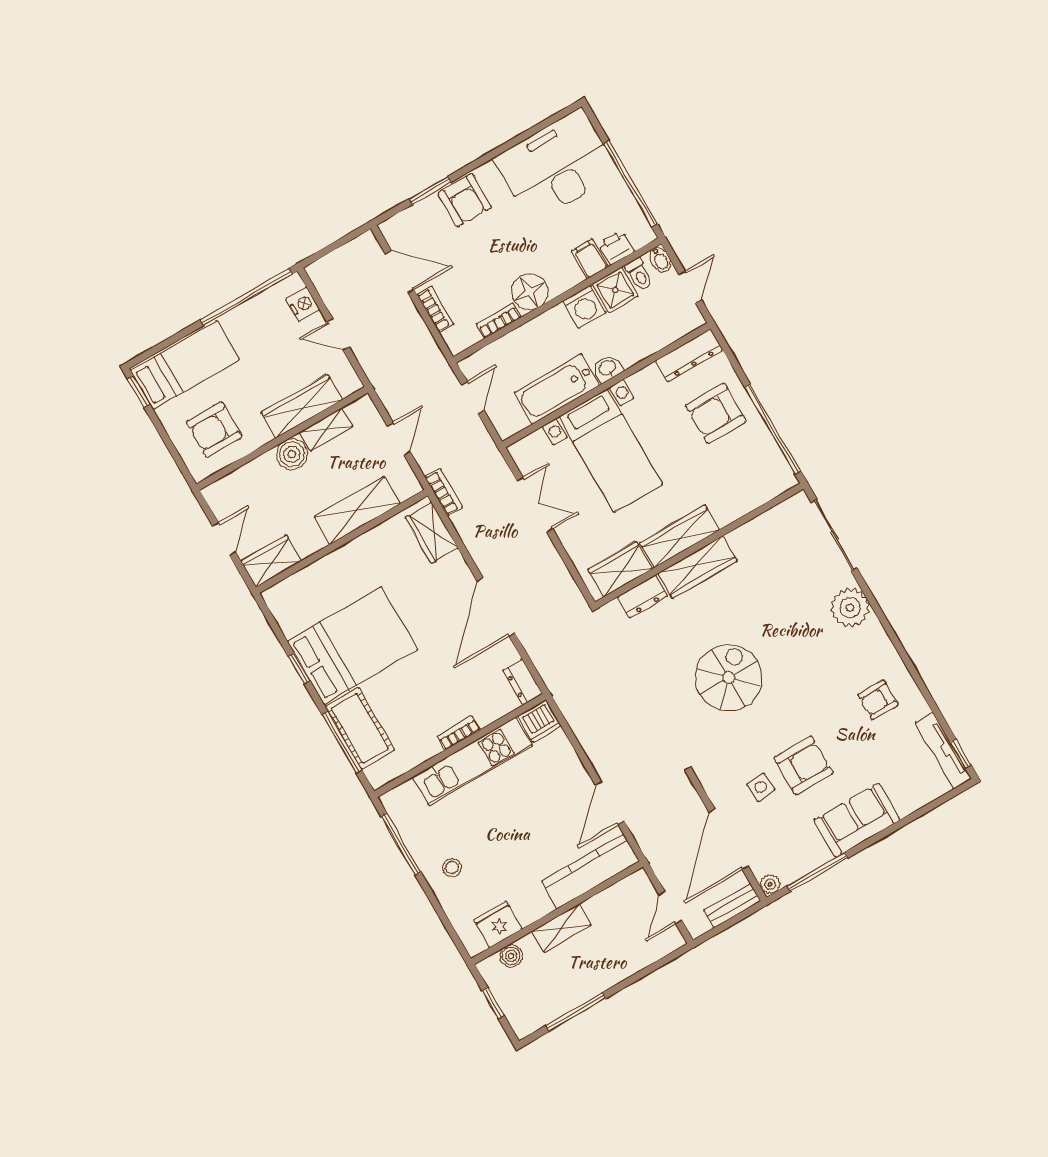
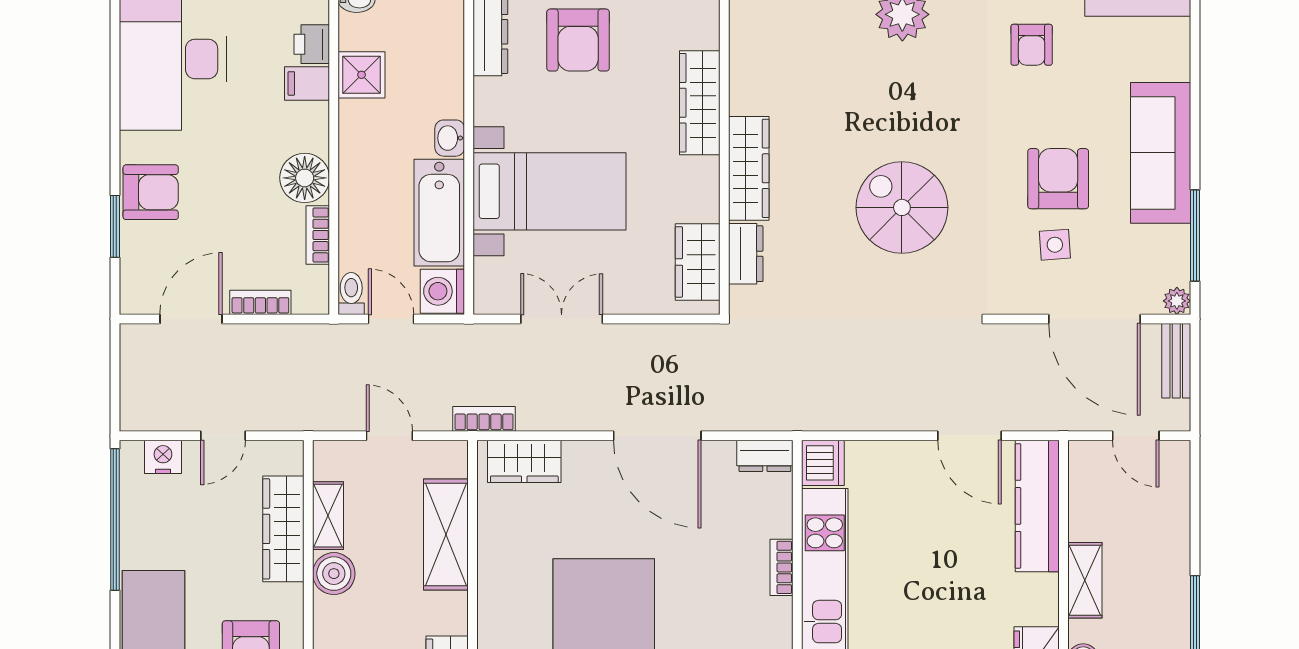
toilet: (639, 274) -> (351, 293), moved, turned -90
washing machine: (584, 307) -> (442, 291), moved, turned 180
wardrobe: (679, 536) -> (700, 103), moved
sofa: (857, 820) -> (1161, 153), width x1.36

